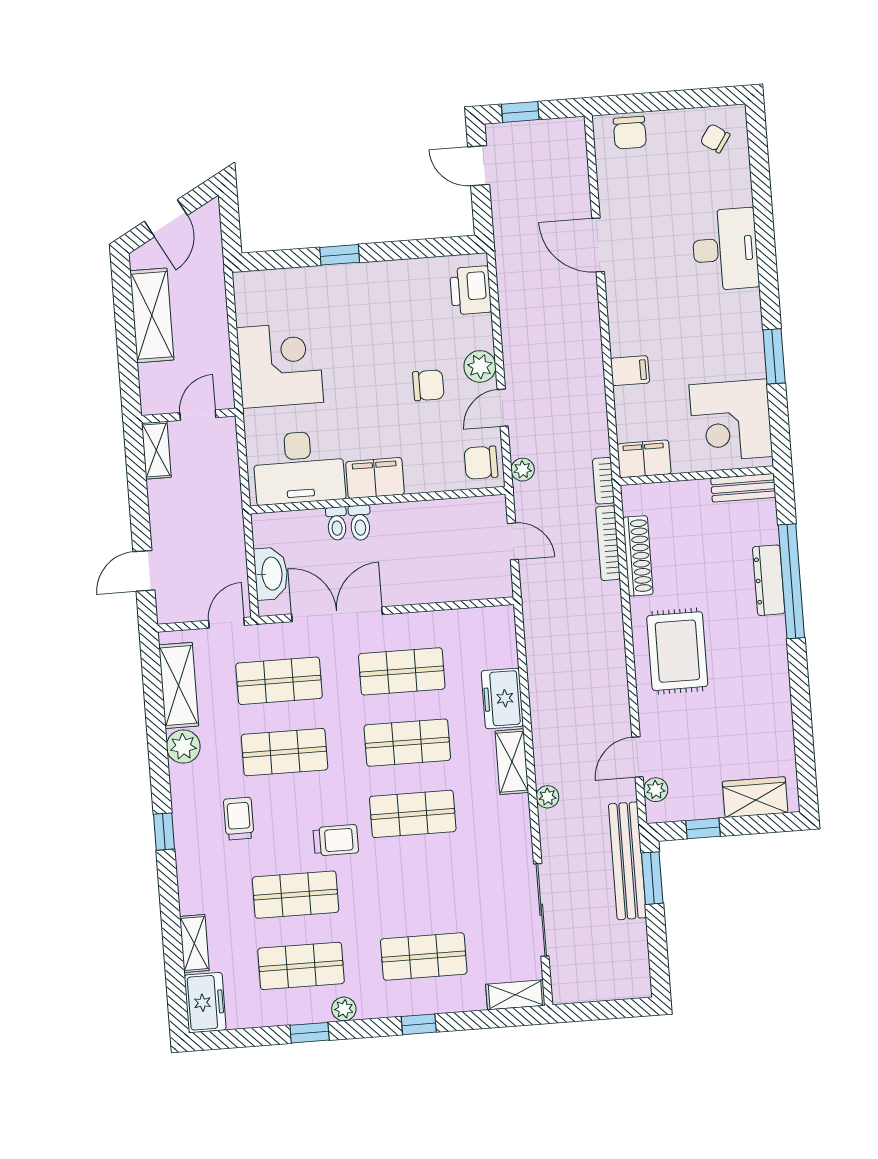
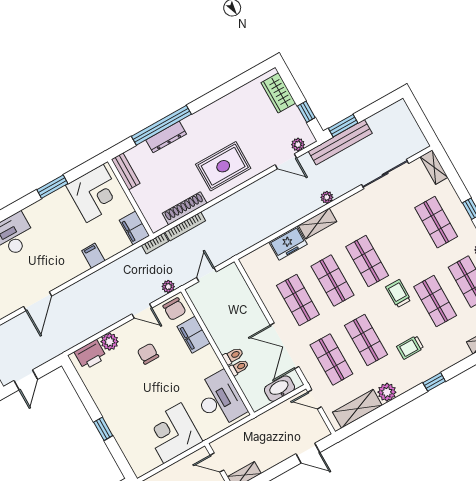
plant: (480, 366) -> (110, 342), moved
filing cabinet: (375, 478) -> (194, 335), moved

